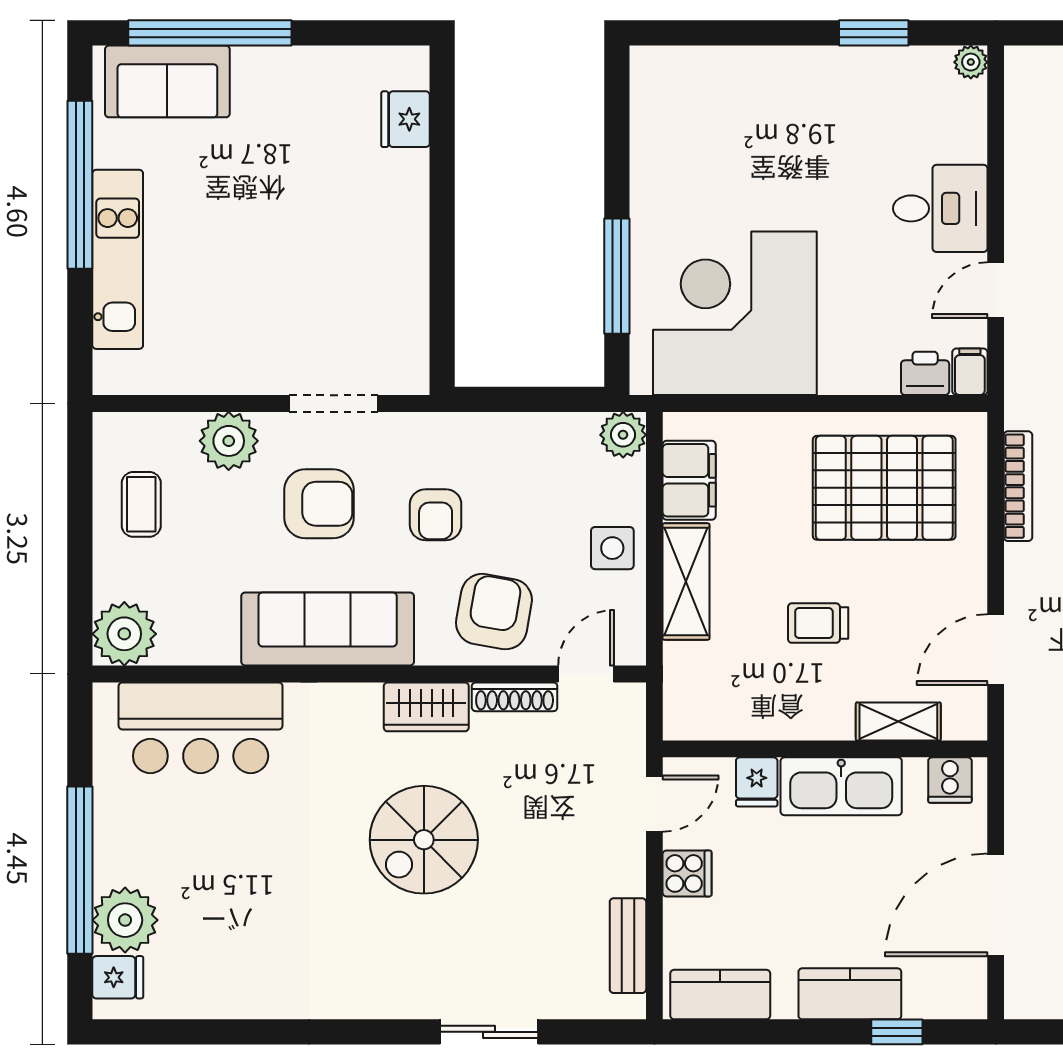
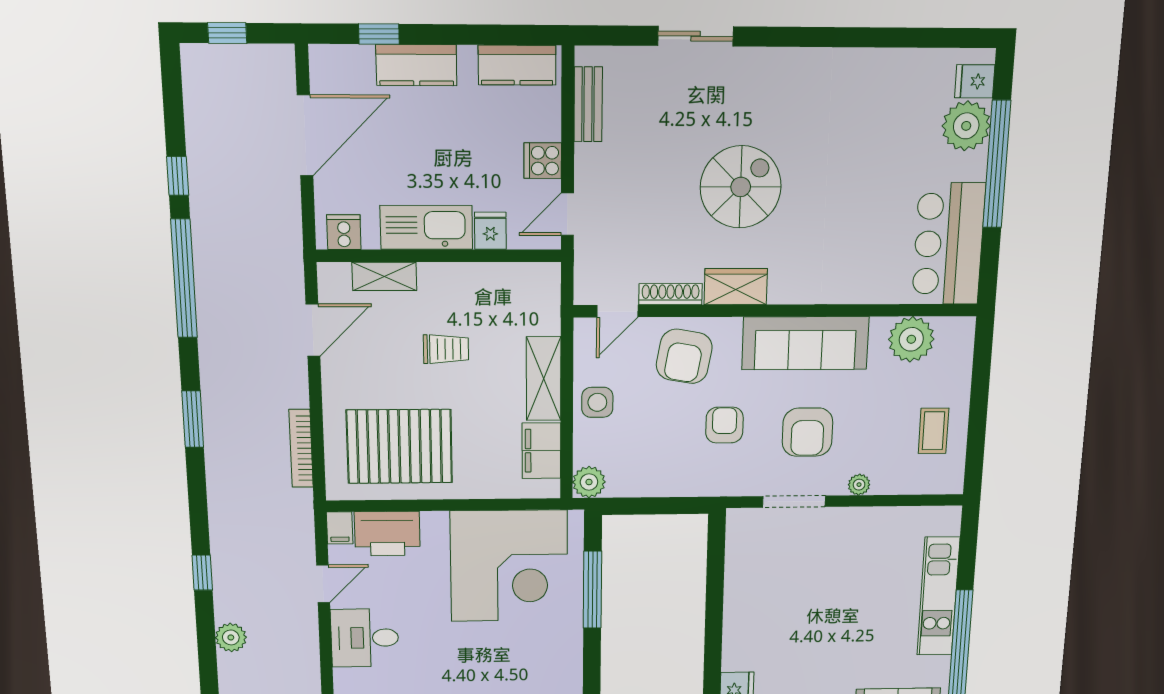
printer: (925, 373) -> (387, 534), width x1.87, depth x1.48
plant: (229, 441) -> (859, 485), width x0.53, depth x0.53
armchair: (319, 504) -> (807, 432), turned -90
plant: (124, 634) -> (911, 339), moved
bar counter: (201, 728) -> (949, 244), moved, turned -90

